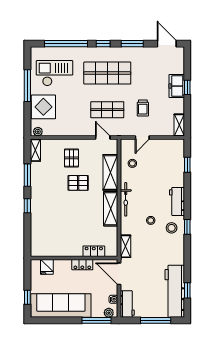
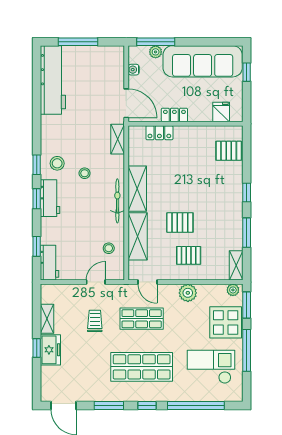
checkout: (54, 73) -> (211, 367), turned 180
window: (27, 120) -> (247, 305), added
shelving: (179, 125) -> (47, 319), moved
plant: (72, 129) -> (188, 293), added
pallet: (72, 158) -> (189, 255), turned 90
pallet: (41, 238) -> (229, 151), added
window: (187, 290) -> (37, 199), moved
workbench: (127, 304) -> (50, 263), moved, turned 180
plant: (109, 313) -> (156, 52), moved

